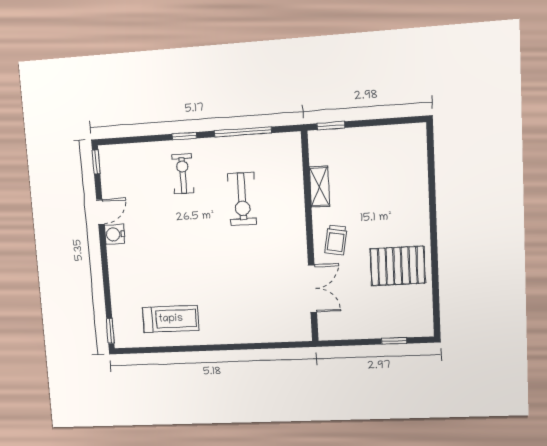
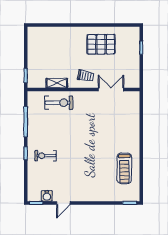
exercise bike: (242, 199) -> (59, 103), moved
door: (100, 212) -> (63, 203), swing flipped
water cooler: (115, 234) -> (47, 196), moved
pallet: (398, 266) -> (101, 44), turned 90
treadmill: (171, 319) -> (124, 168), turned 180

